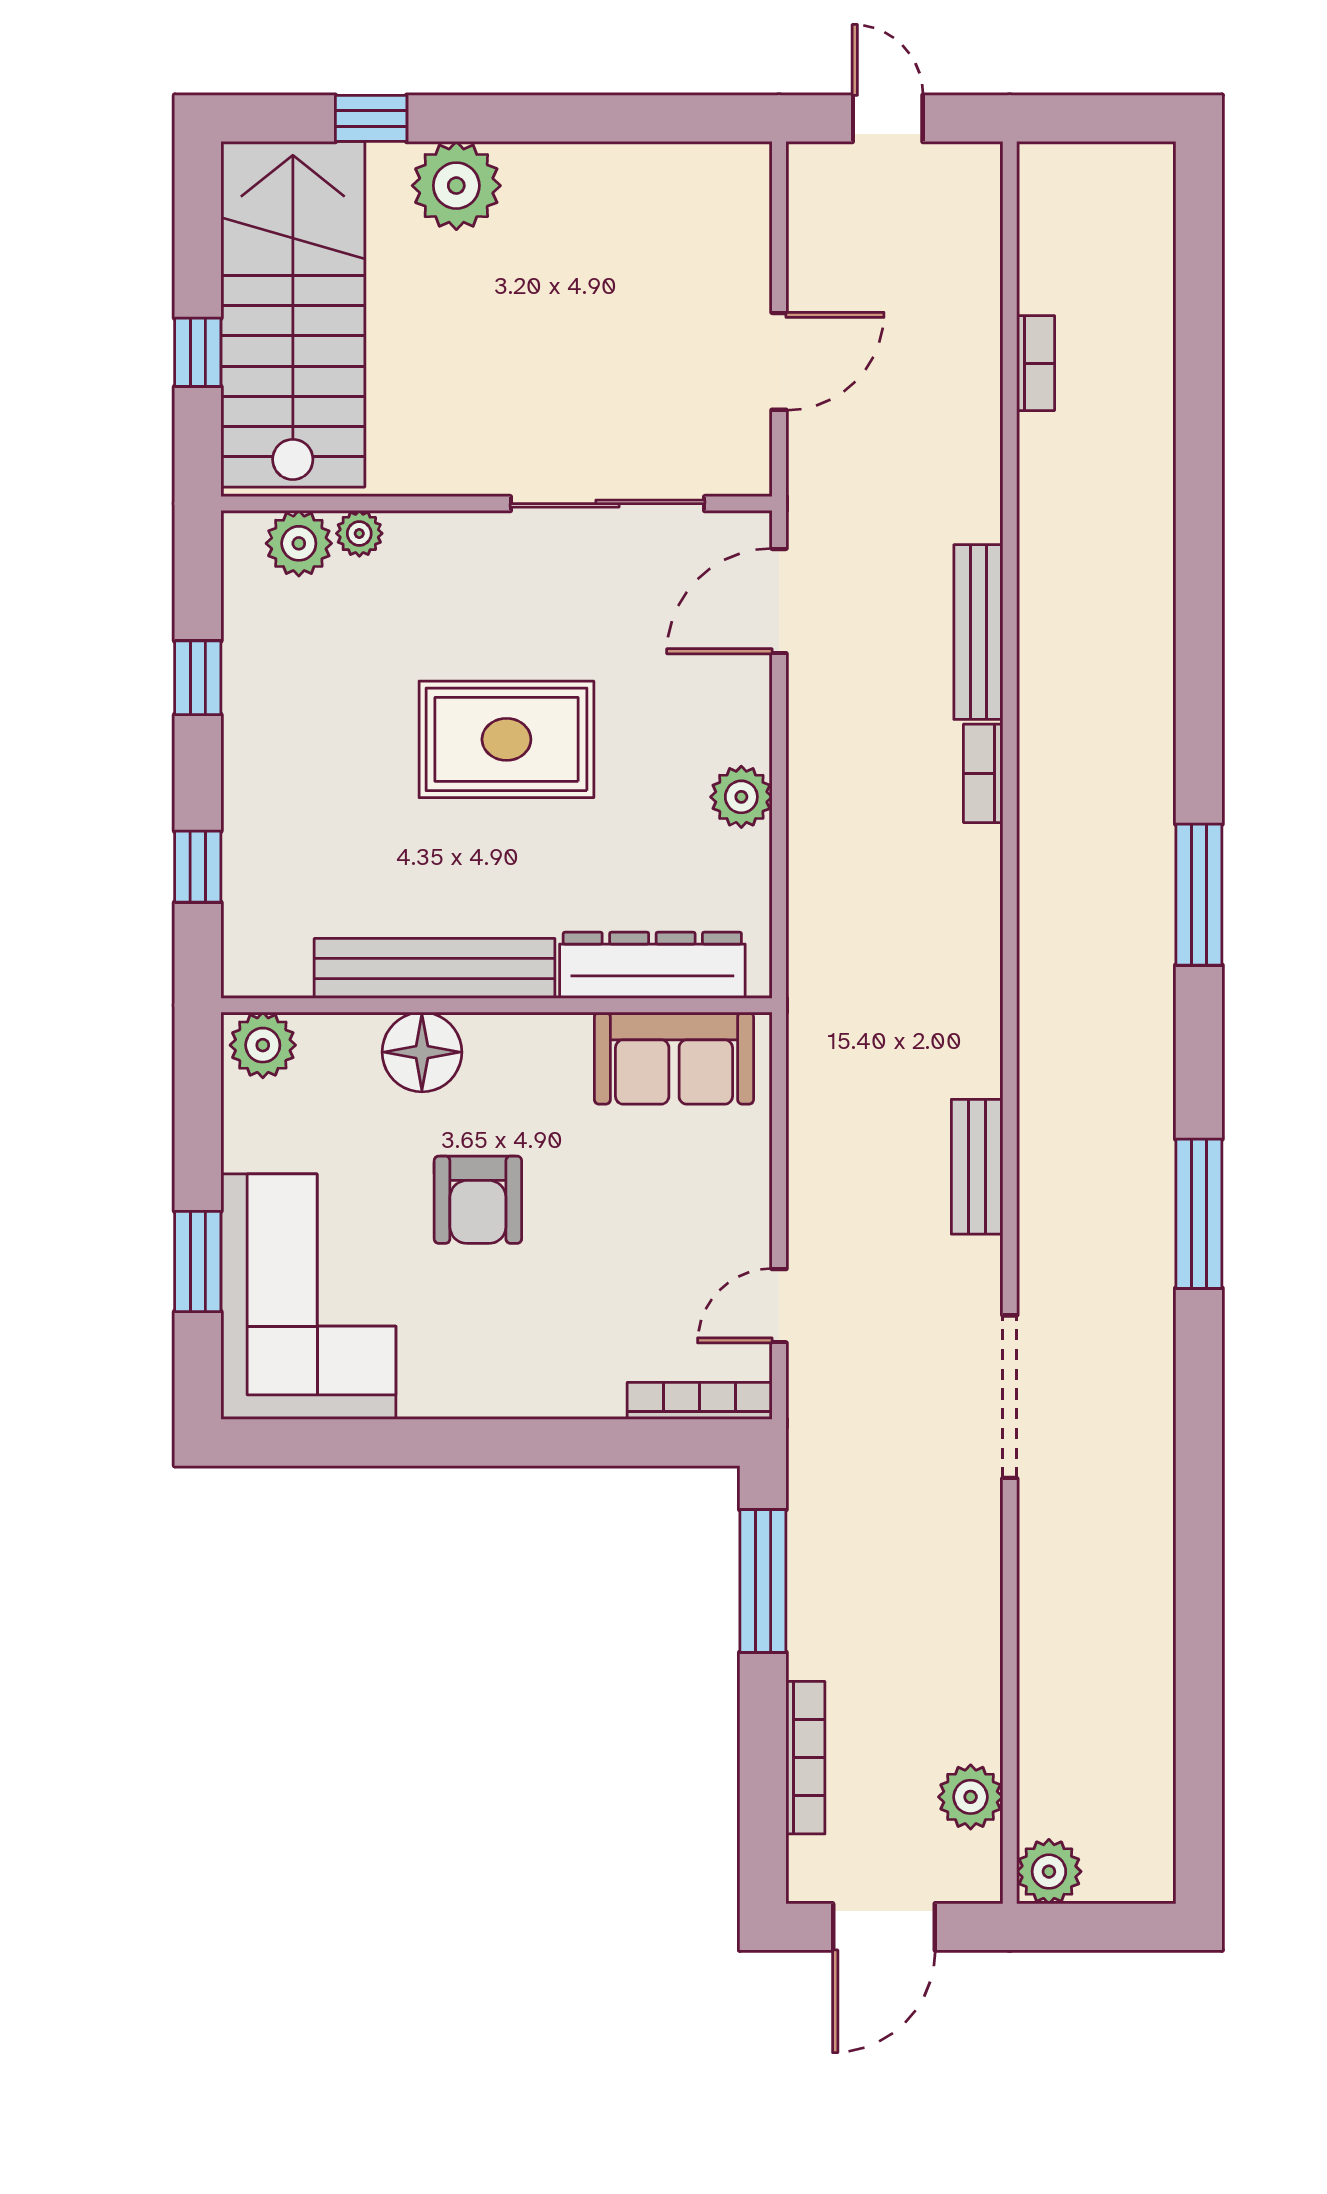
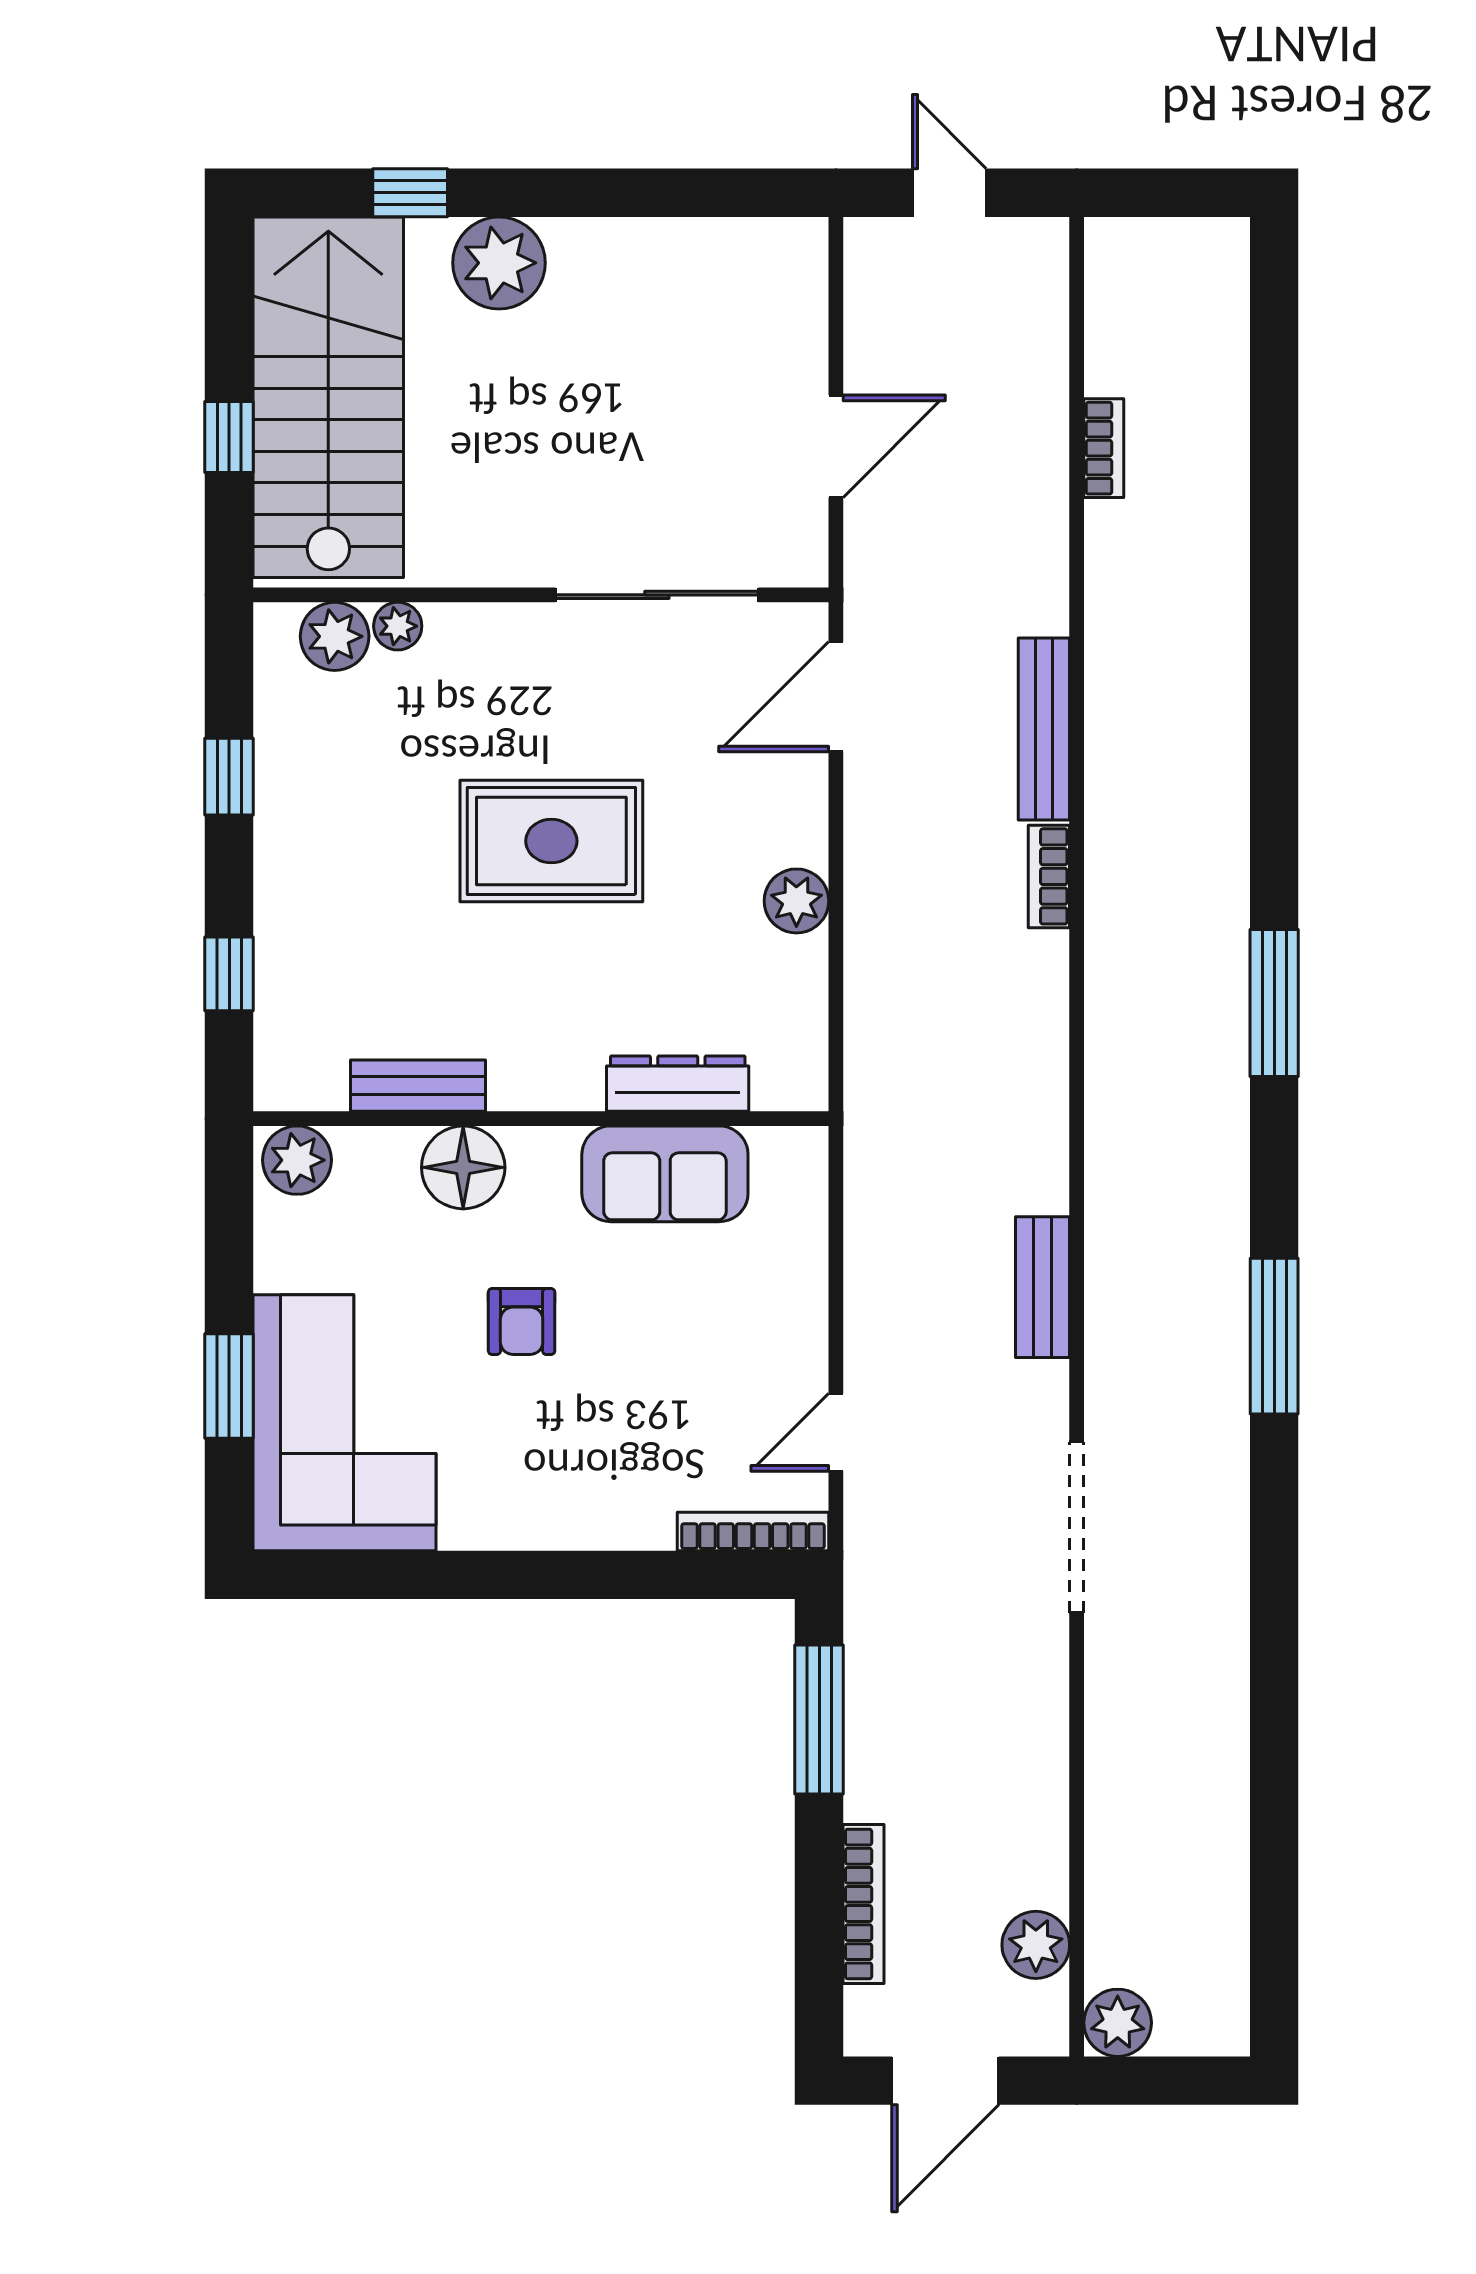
dresser: (652, 965) -> (678, 1084), width x0.73, depth x0.80
bench: (435, 968) -> (418, 1086), width x0.54, depth x0.82
sofa: (674, 1058) -> (665, 1174), moved
armchair: (478, 1200) -> (522, 1322), width x0.72, depth x0.72

